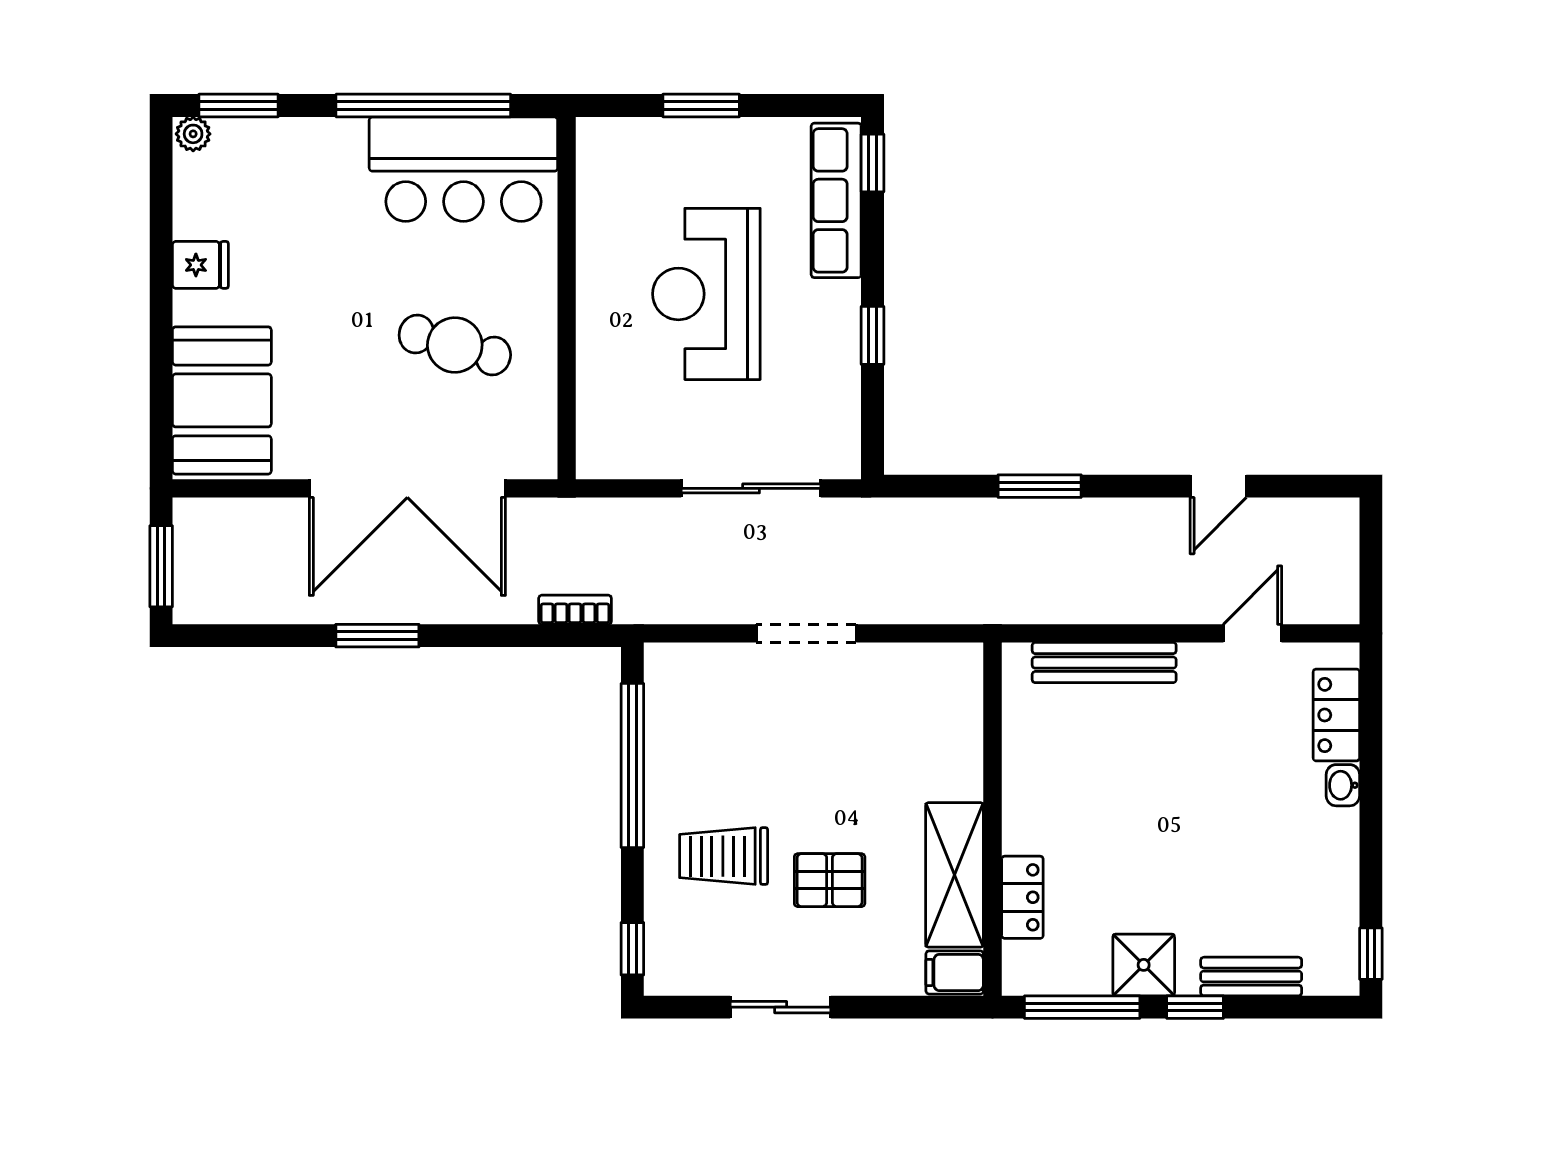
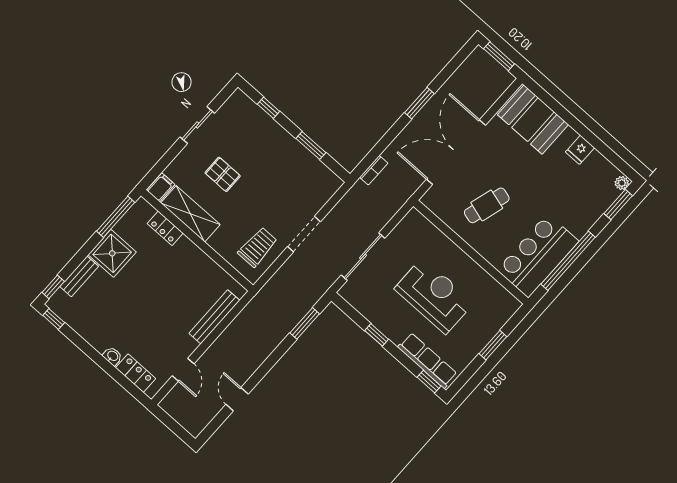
window: (1040, 486) -> (305, 323), moved
window: (632, 766) -> (311, 145), width x0.47
trolley: (724, 856) -> (258, 247), moved
pallet: (830, 880) -> (223, 174), turned 90
window: (632, 949) -> (269, 108), moved
shower: (1144, 965) -> (112, 253), width x1.36, depth x1.36
window: (1195, 1007) -> (53, 287), moved

